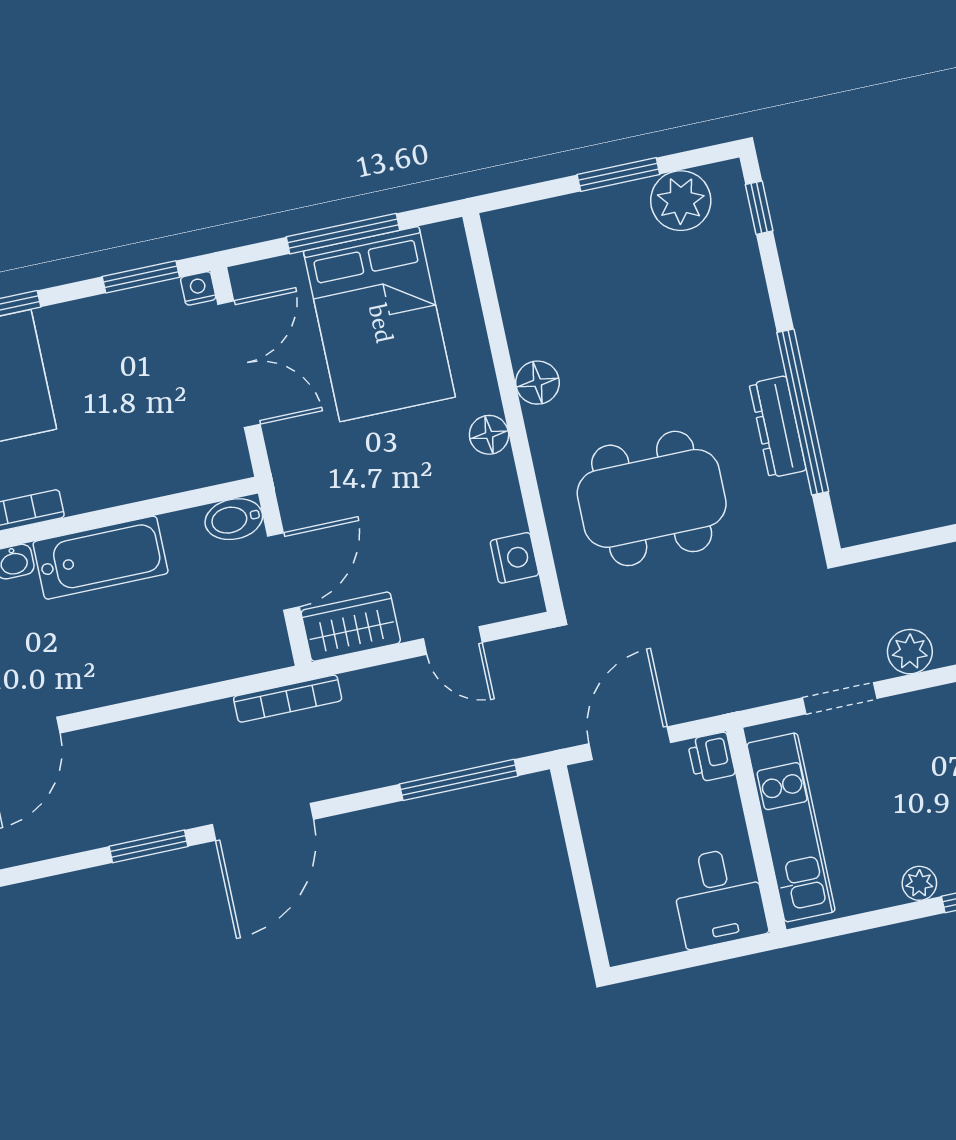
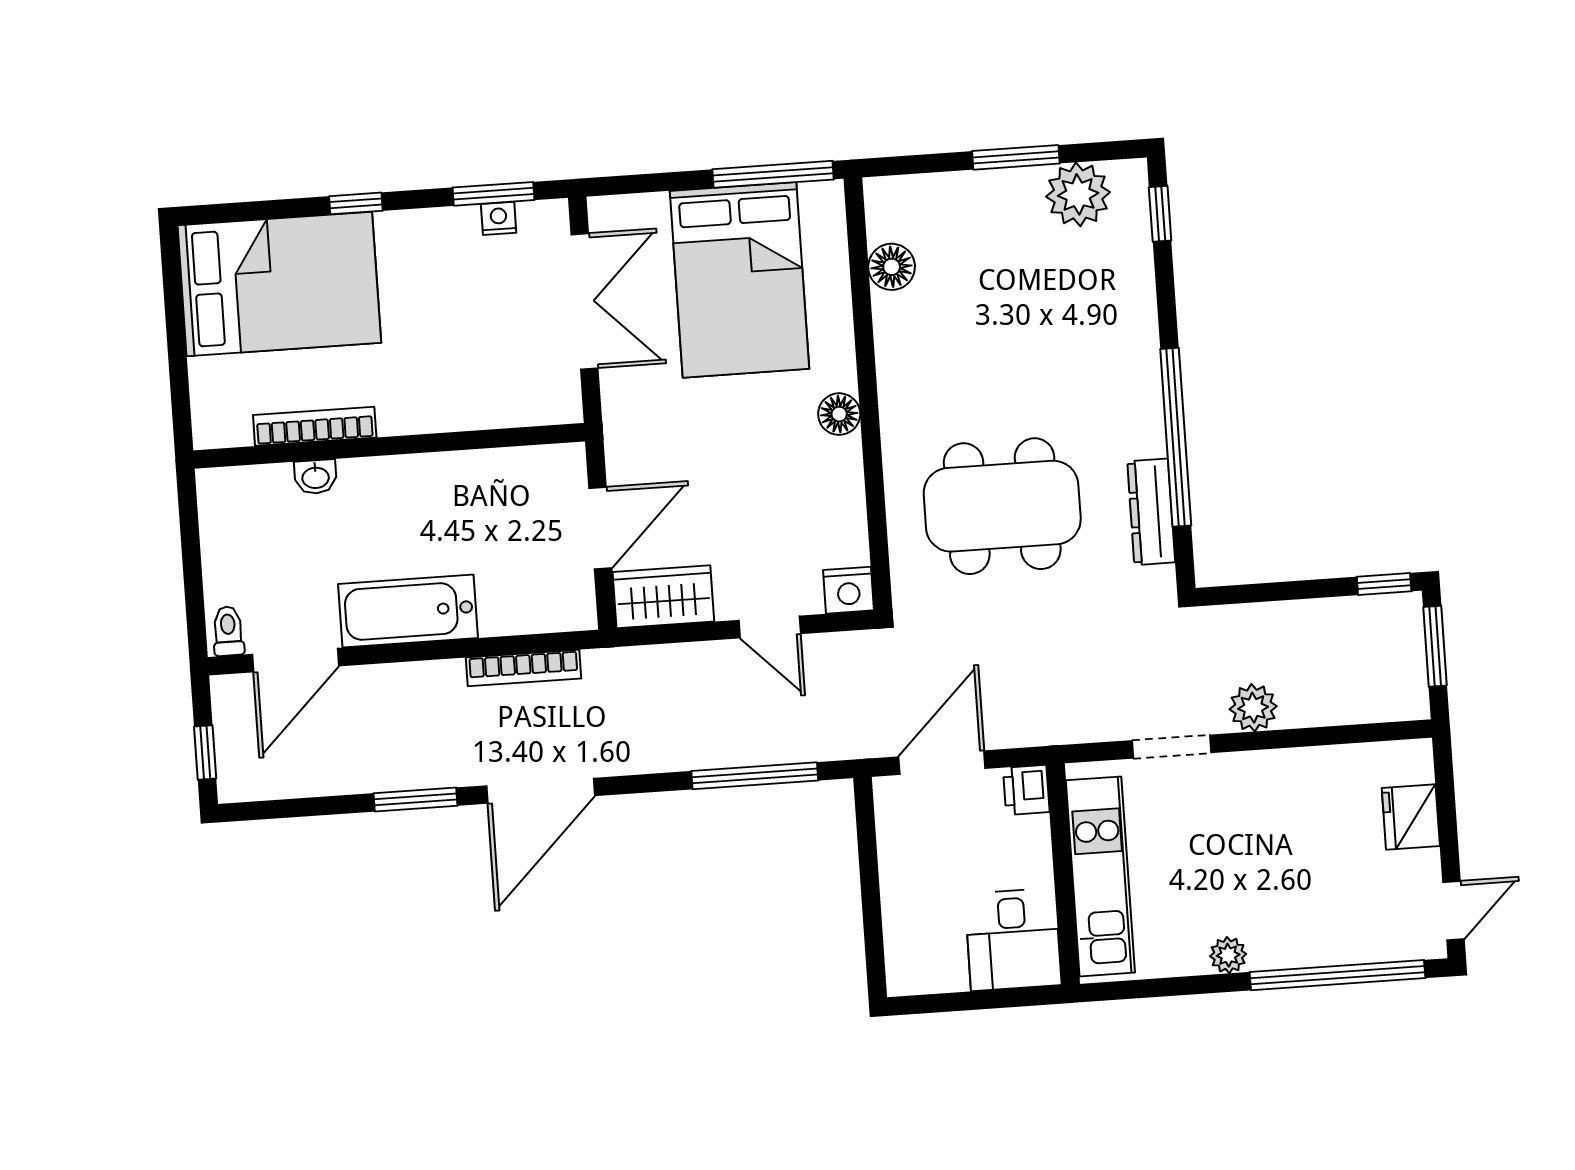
window: (343, 234) -> (773, 174), moved
nightstand: (198, 288) -> (499, 218), moved
floor lamp: (538, 383) -> (892, 267), moved
dresser: (778, 427) -> (1151, 512), moved
bidet: (234, 519) -> (556, 465), removed
bathtub: (101, 558) -> (408, 611), moved, turned 180
nightstand: (514, 558) -> (849, 590), moved, turned 90
bookcase: (288, 699) -> (524, 668), moved

